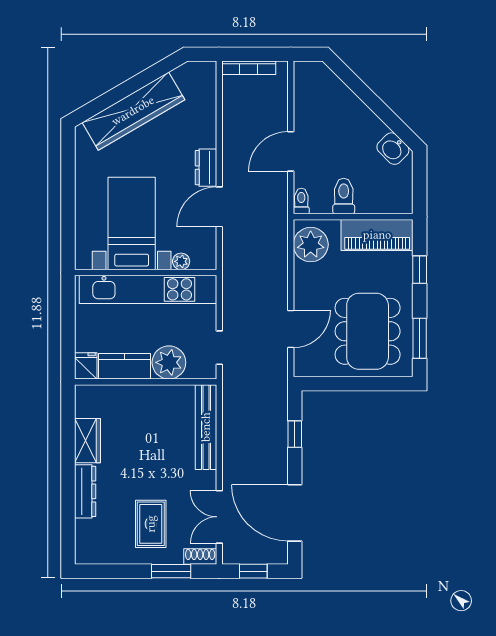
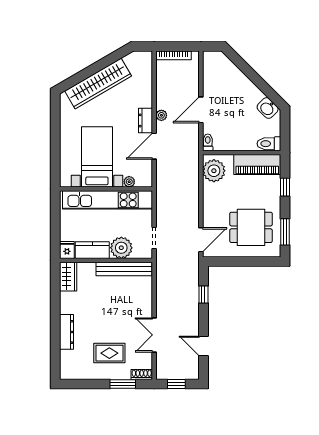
plant: (230, 160) -> (161, 115), added
toilet: (344, 196) -> (269, 144), moved, turned -90
door: (291, 329) -> (201, 240), moved
dining table: (368, 331) -> (251, 227), width x0.73
bench: (206, 427) -> (124, 269), moved, turned 90
wardrobe: (88, 441) -> (68, 277), moved
door: (295, 513) -> (203, 346), width x0.53
double door: (219, 517) -> (154, 335), moved
rug: (151, 524) -> (109, 353), turned 90

